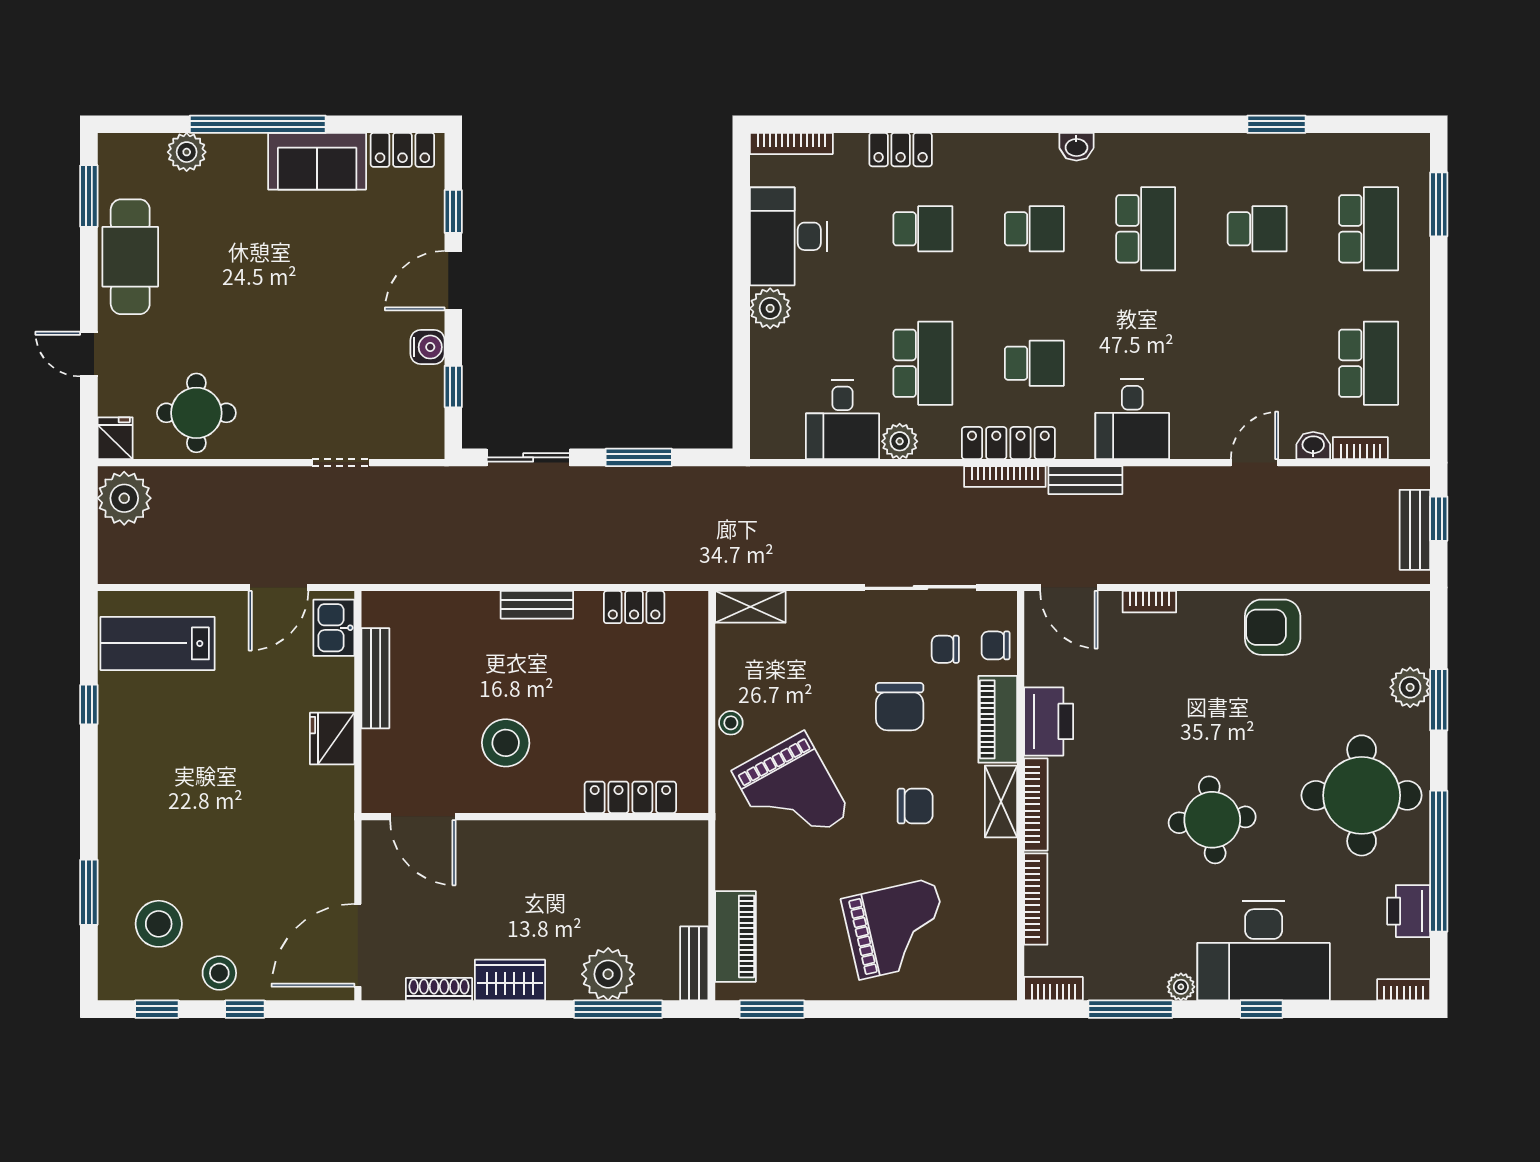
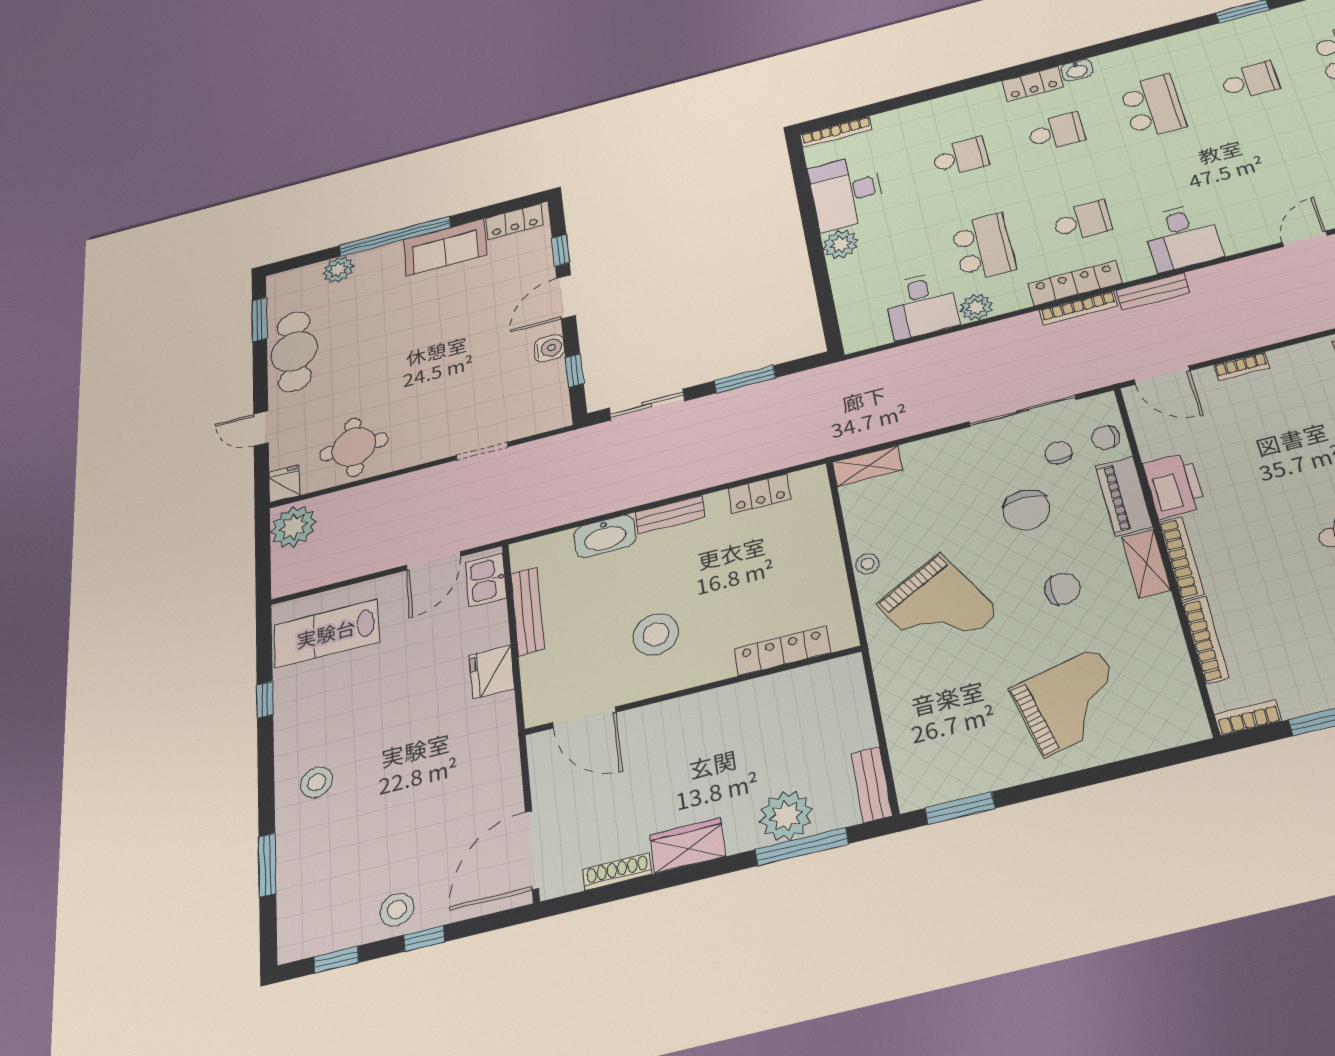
locker: (901, 150) -> (1033, 84), moved
washbasin: (465, 611) -> (605, 536), added
chair: (945, 649) -> (1058, 453), turned 90
stool: (159, 924) -> (317, 782), moved, width x0.73, depth x0.73
piano: (736, 936) -> (909, 749), removed

